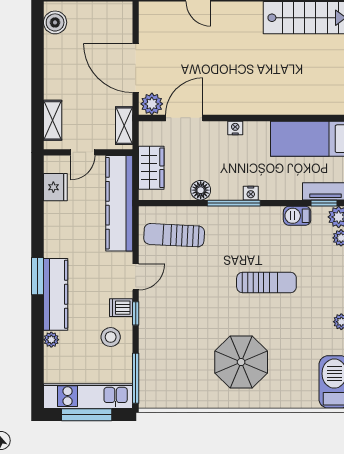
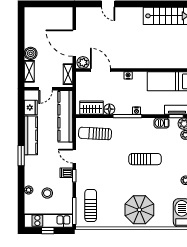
boiler: (55, 22) -> (31, 53), moved
door: (184, 118) -> (101, 70), hinge flipped
wardrobe: (151, 168) -> (91, 108), moved, turned -90
door: (136, 277) -> (74, 156), swing flipped
kitchen counter: (56, 294) -> (31, 135), moved
stool: (111, 337) -> (47, 193), moved
parasol: (241, 362) -> (139, 210), moved
sun lounger: (166, 368) -> (91, 206), added
window: (87, 415) -> (48, 231), width x0.46

